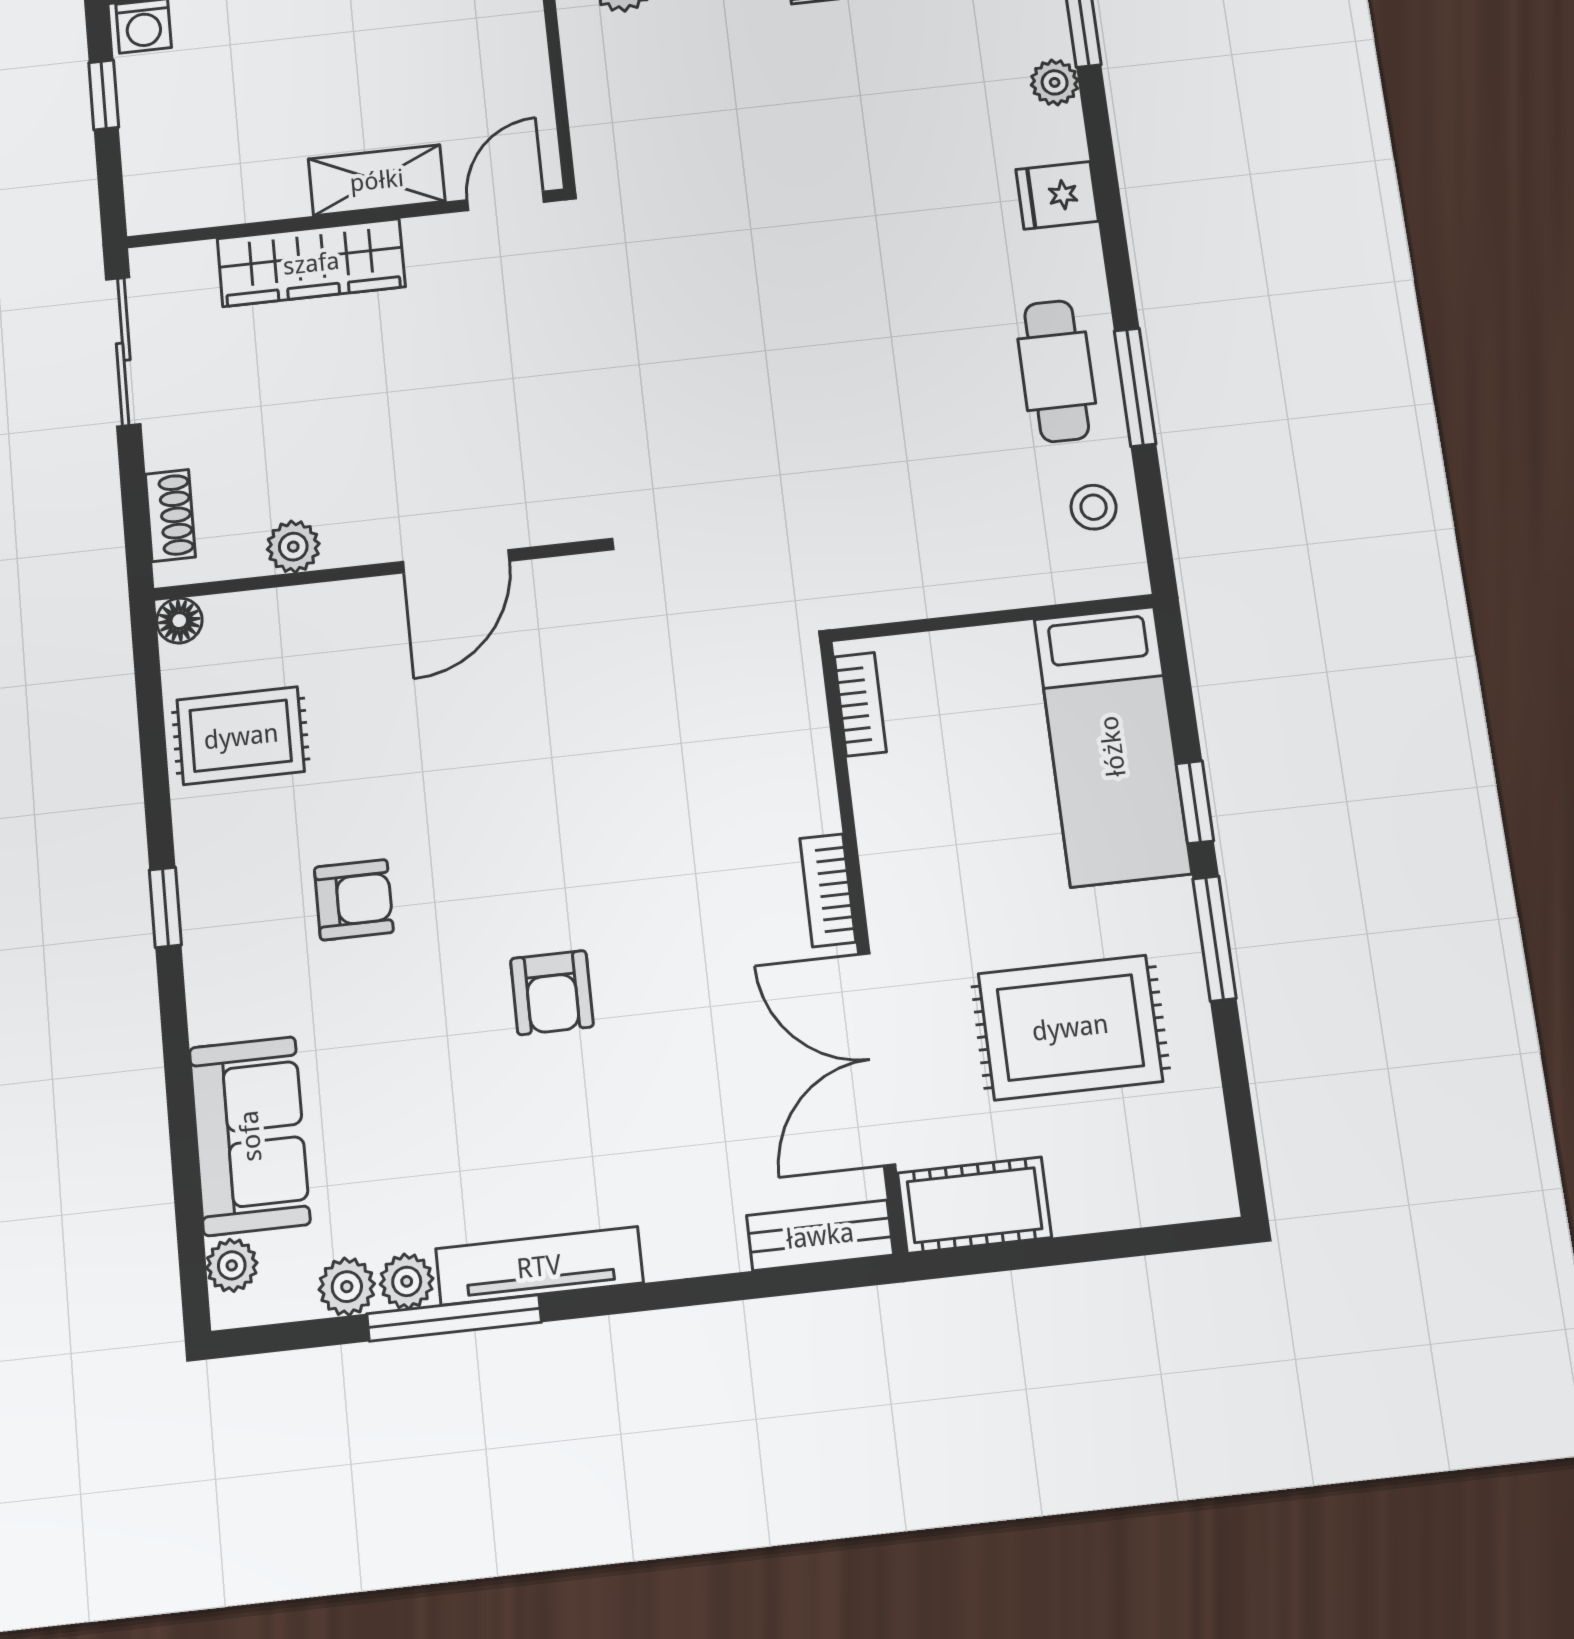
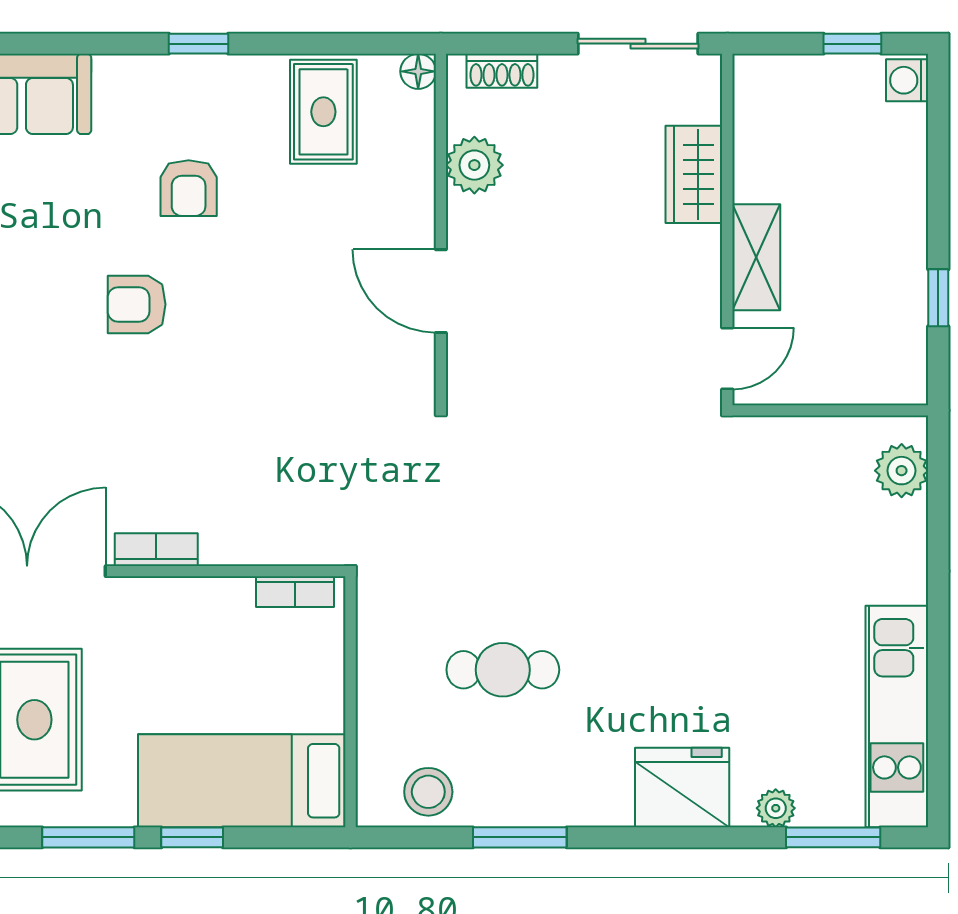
fridge: (1057, 195) -> (682, 787), width x1.88, depth x1.34
door: (506, 201) -> (727, 359), hinge flipped
wardrobe: (311, 263) -> (694, 174), width x0.67
cafe table: (1057, 371) -> (503, 670), moved
stool: (1094, 507) -> (428, 792), width x1.37, depth x1.37
plant: (293, 547) -> (474, 165), width x1.38, depth x1.38
armchair: (552, 993) -> (137, 304), moved

